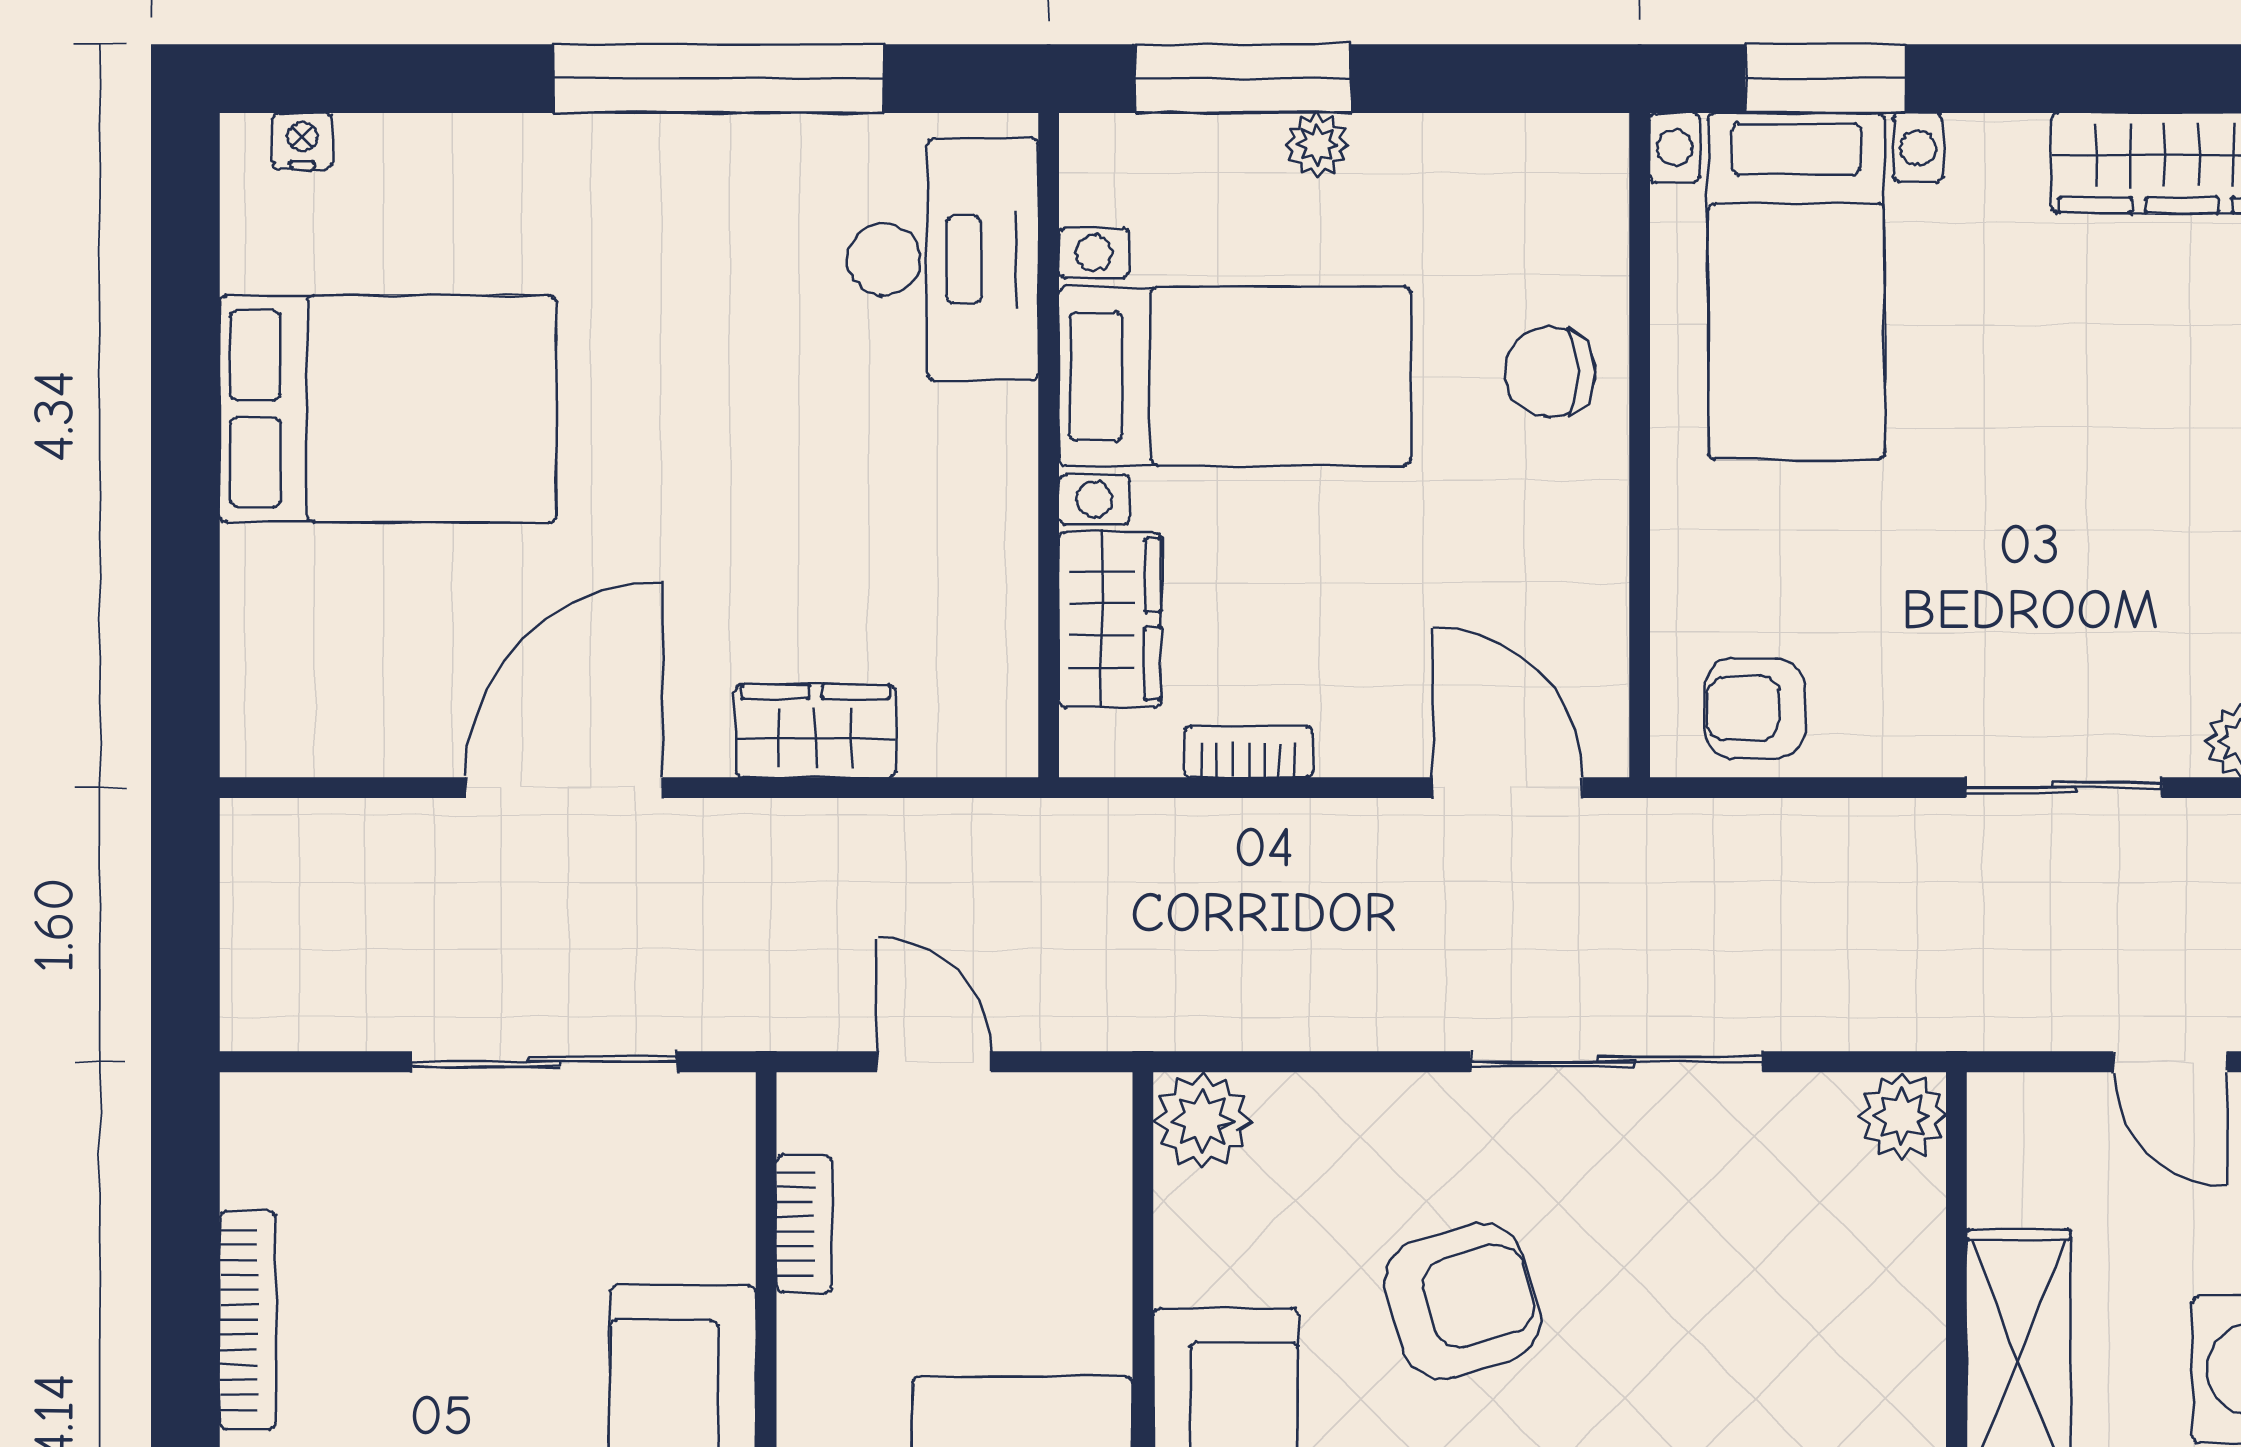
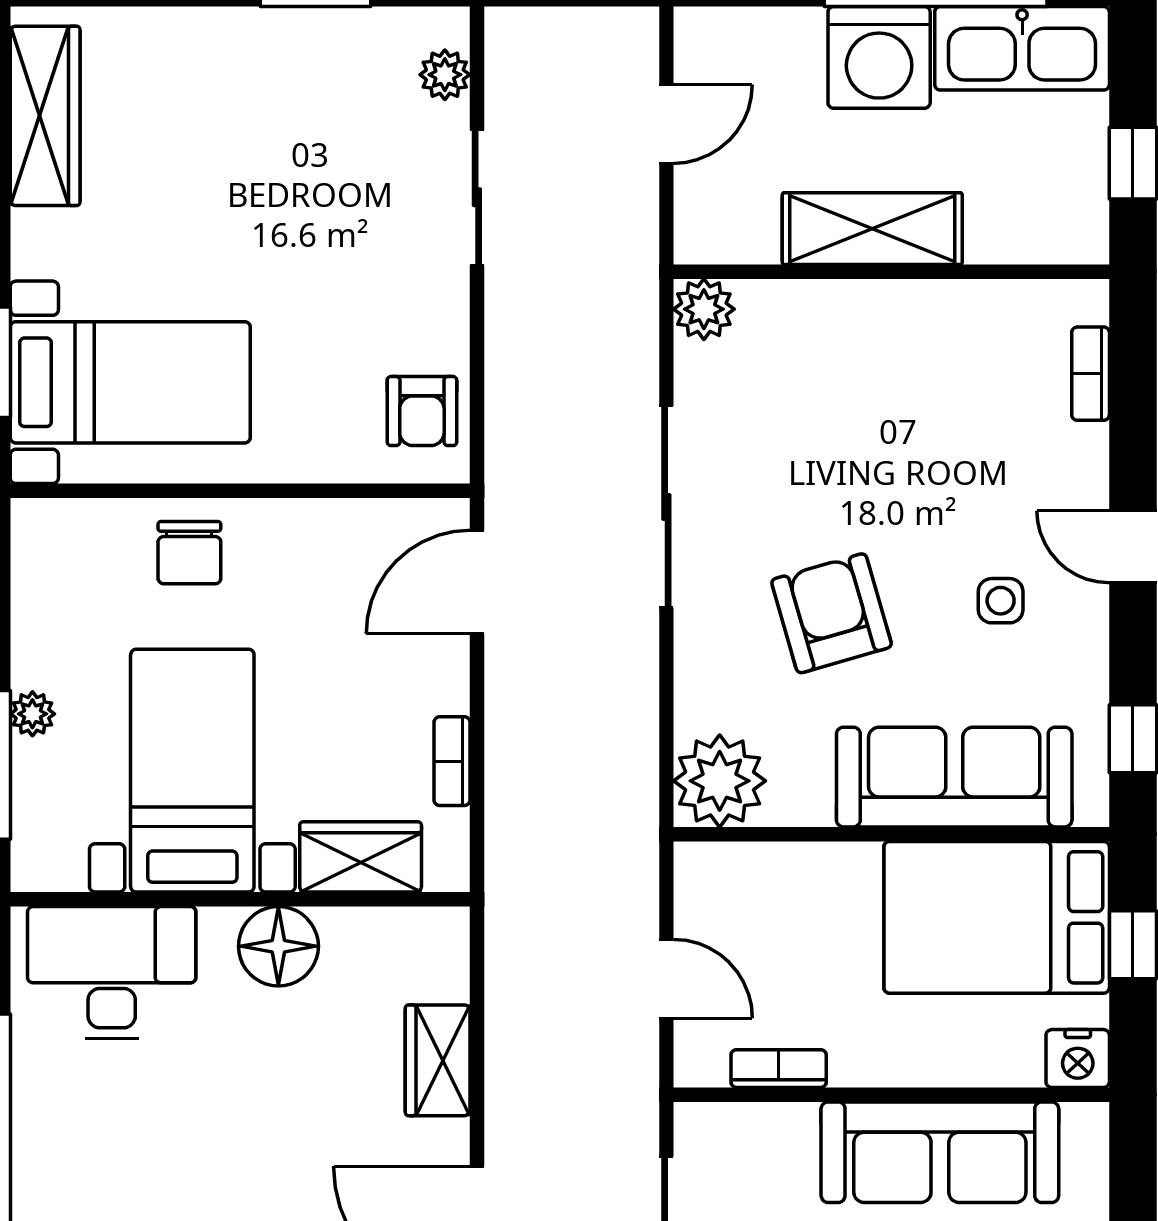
floor lamp: (981, 501) -> (278, 946), added
door: (934, 1062) -> (666, 979), swing flipped
plant: (1202, 1121) -> (720, 781), width x1.36, depth x1.36

